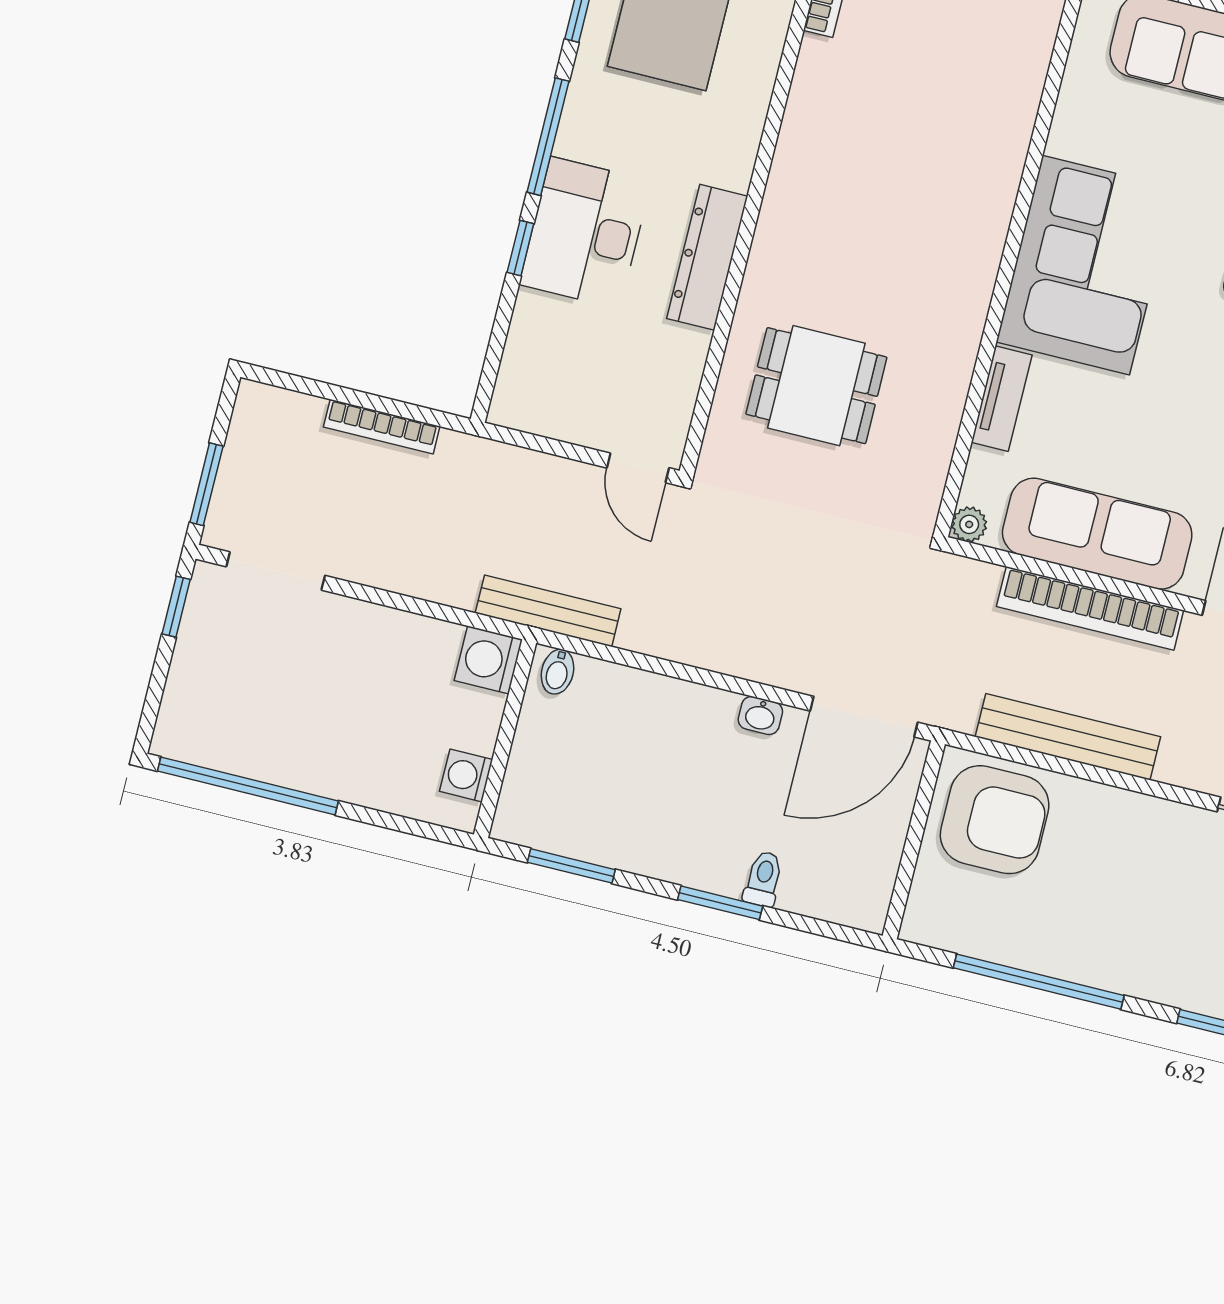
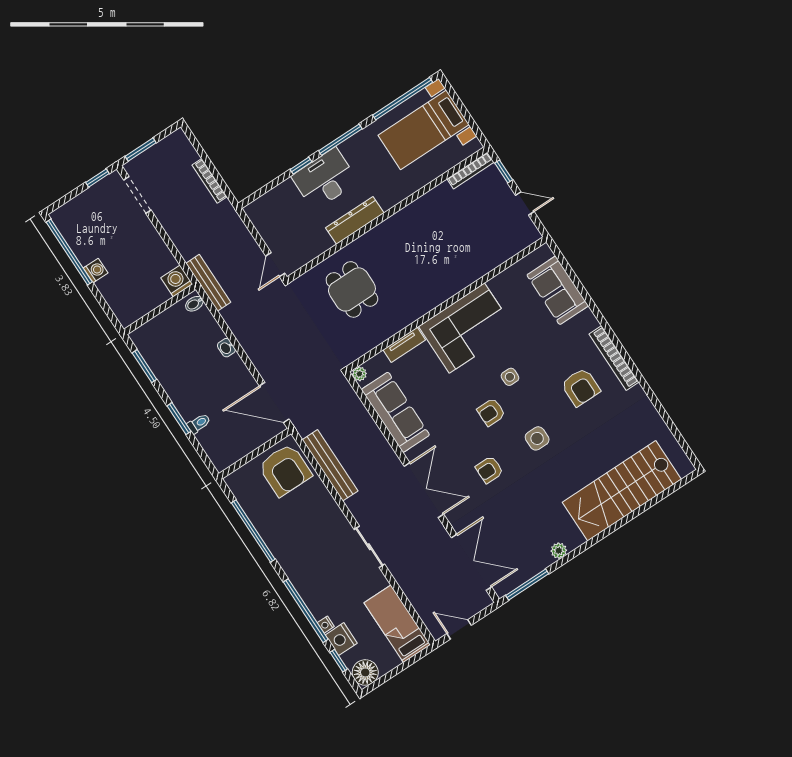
bookcase: (1090, 608) -> (373, 433), removed
washbasin: (760, 716) -> (226, 348), moved
washing machine: (466, 775) -> (96, 271), moved, turned 90

